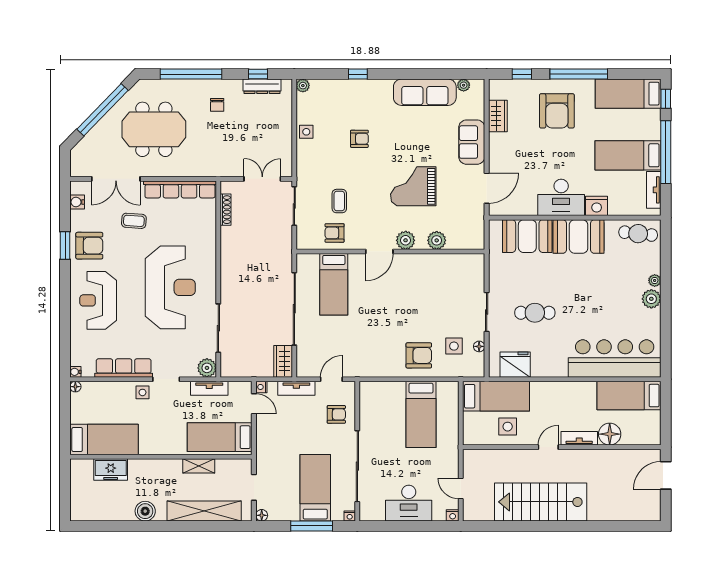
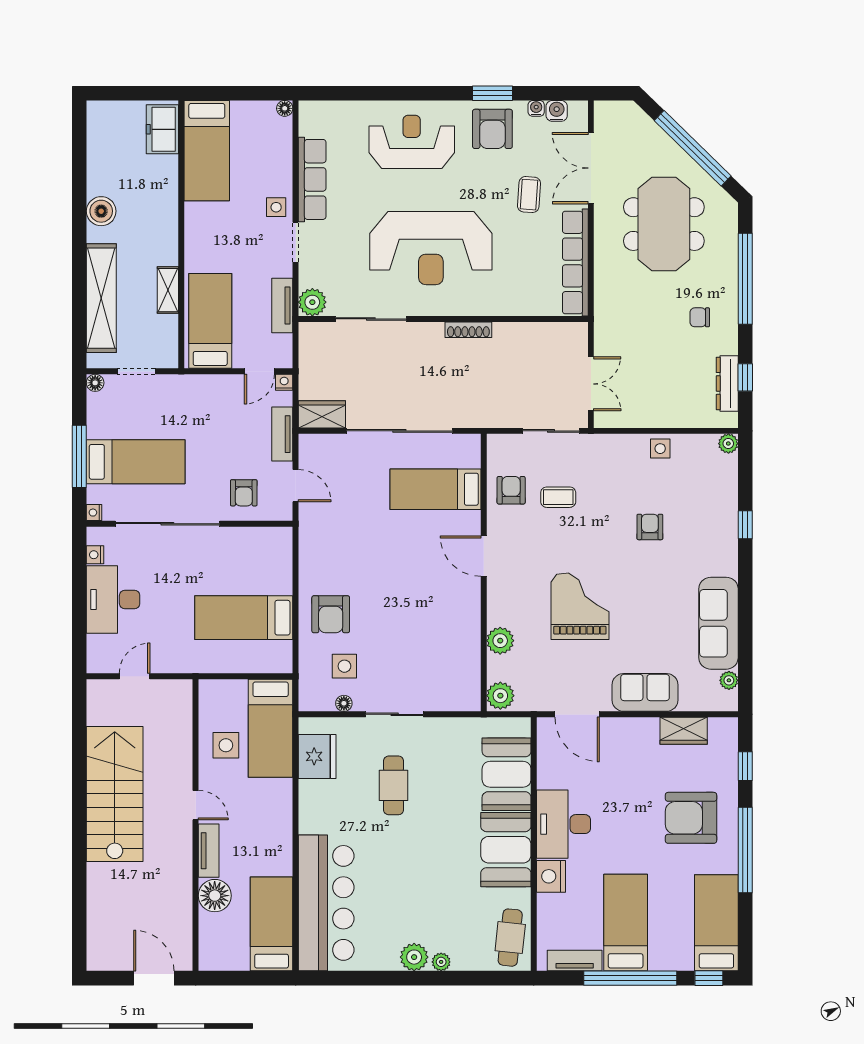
armchair: (359, 139) -> (650, 527), turned 180
shoe rack: (226, 210) -> (468, 330), moved
plant: (406, 240) -> (500, 696), moved
water cooler: (75, 372) -> (536, 108), moved
freezer: (111, 470) -> (162, 129), moved
nightstand: (453, 515) -> (95, 555), moved

